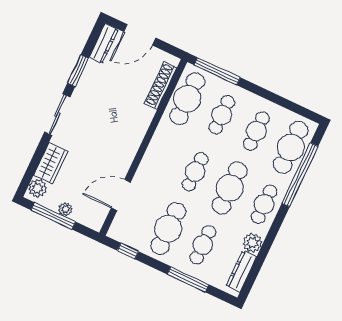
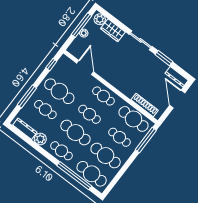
cafe table: (256, 131) -> (106, 156), width x1.37, depth x1.35
cafe table: (161, 155) -> (103, 96), added

